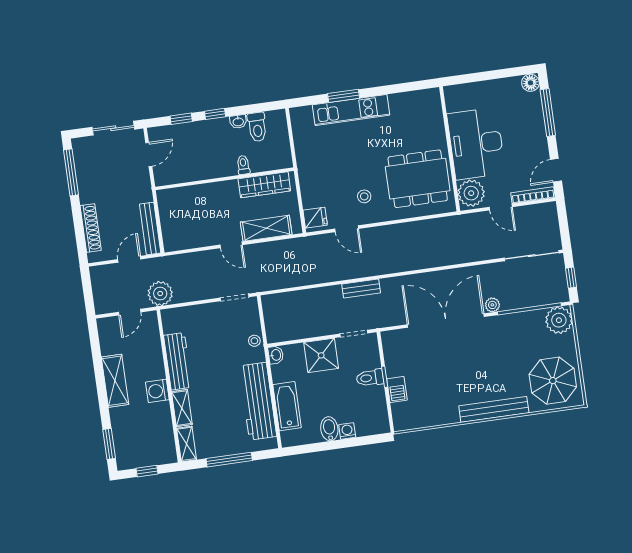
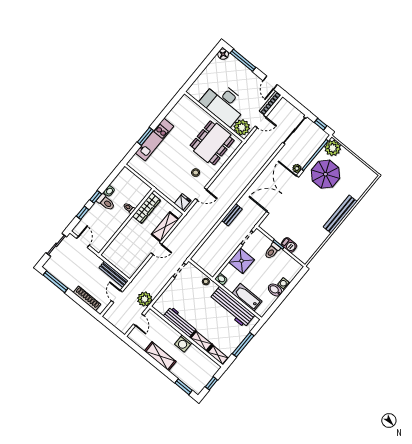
toilet: (257, 127) -> (106, 202), moved
parasol: (553, 381) -> (325, 174), moved

